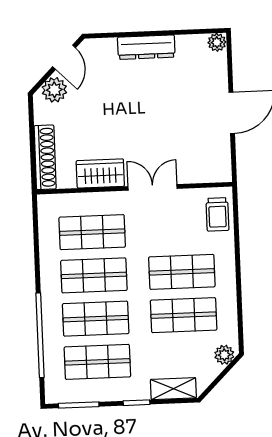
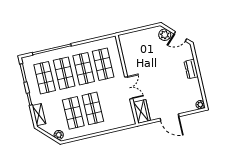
dresser: (146, 47) -> (191, 69), width x0.70
shoe rack: (45, 157) -> (133, 36), removed
wardrobe: (100, 173) -> (142, 111), moved
trolley: (217, 214) -> (122, 120), removed

